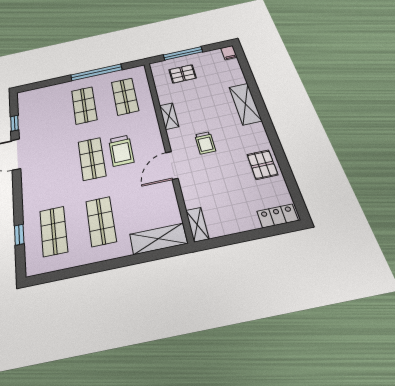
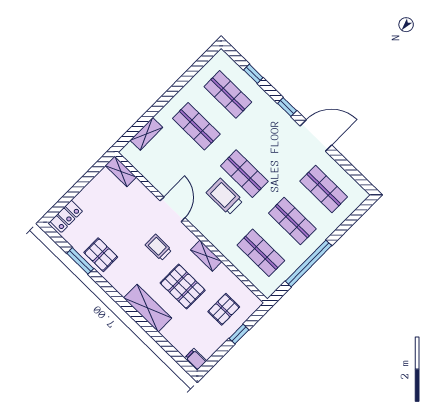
window: (183, 53) -> (239, 334), width x0.46
pallet: (204, 104) -> (183, 287), added
shop shelf: (44, 114) -> (324, 189), added
window: (14, 123) -> (287, 107), moved
window: (286, 170) -> (80, 261), added
shelving: (158, 239) -> (146, 134), width x0.67, depth x0.75

